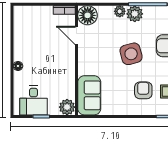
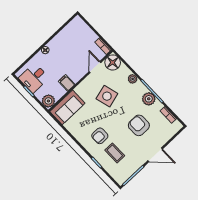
plant: (135, 14) -> (149, 99), moved
side table: (131, 54) -> (107, 96), moved
filing cabinet: (66, 75) -> (67, 83), added
armchair: (143, 90) -> (100, 136), turned 180

